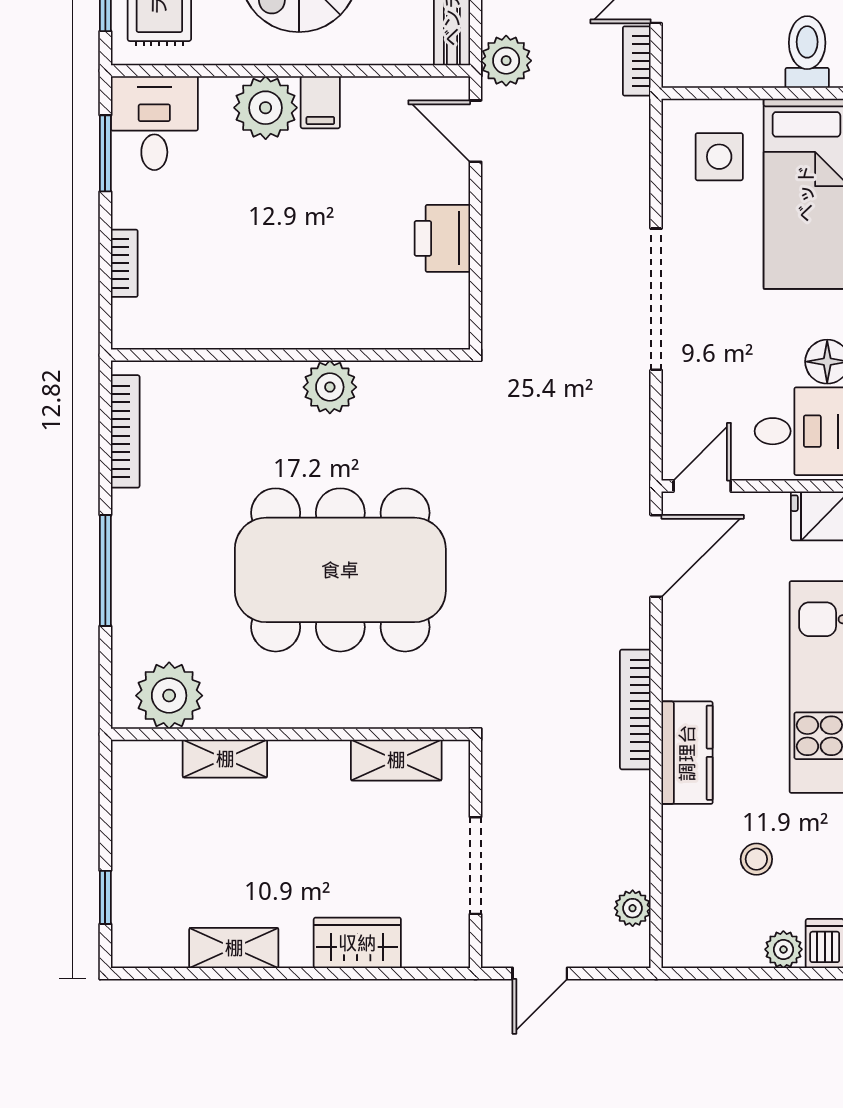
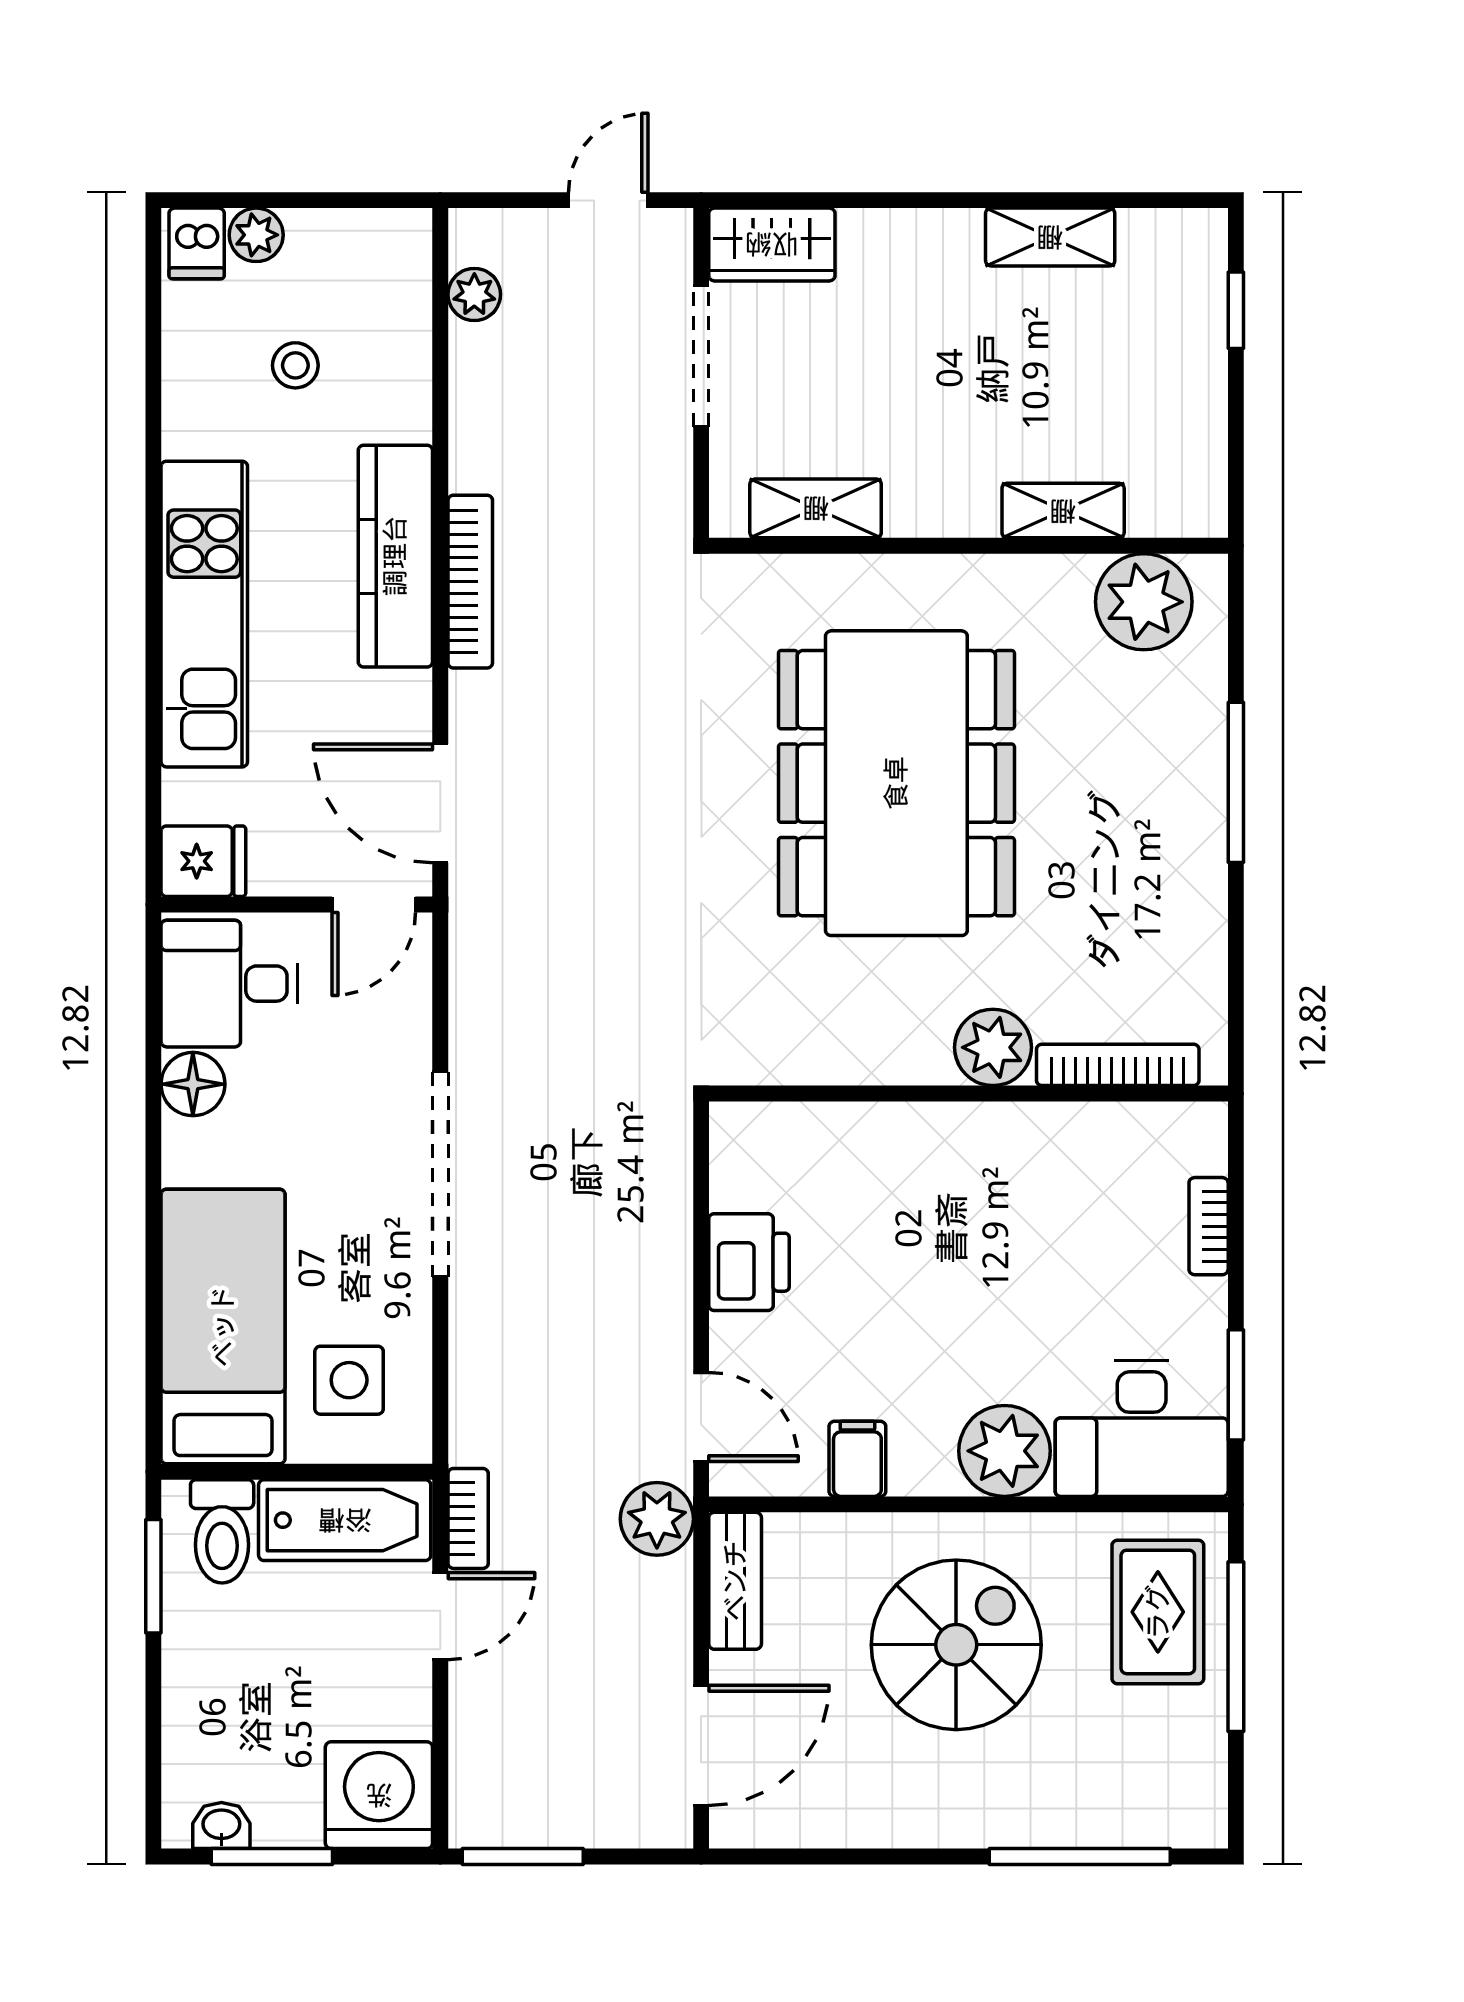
bathtub: (722, 60) -> (345, 1520), added
filing cabinet: (320, 102) -> (857, 1459), moved
desk: (154, 123) -> (1142, 1429), width x1.37
plant: (330, 387) -> (993, 1047), moved
bookcase: (125, 431) -> (1118, 1065), moved, turned 90
door: (656, 556) -> (440, 803), hinge flipped
dining table: (340, 570) -> (896, 783), turned 90
kitchen counter: (687, 753) -> (395, 556), width x1.50
wardrobe: (357, 943) -> (772, 244), moved

